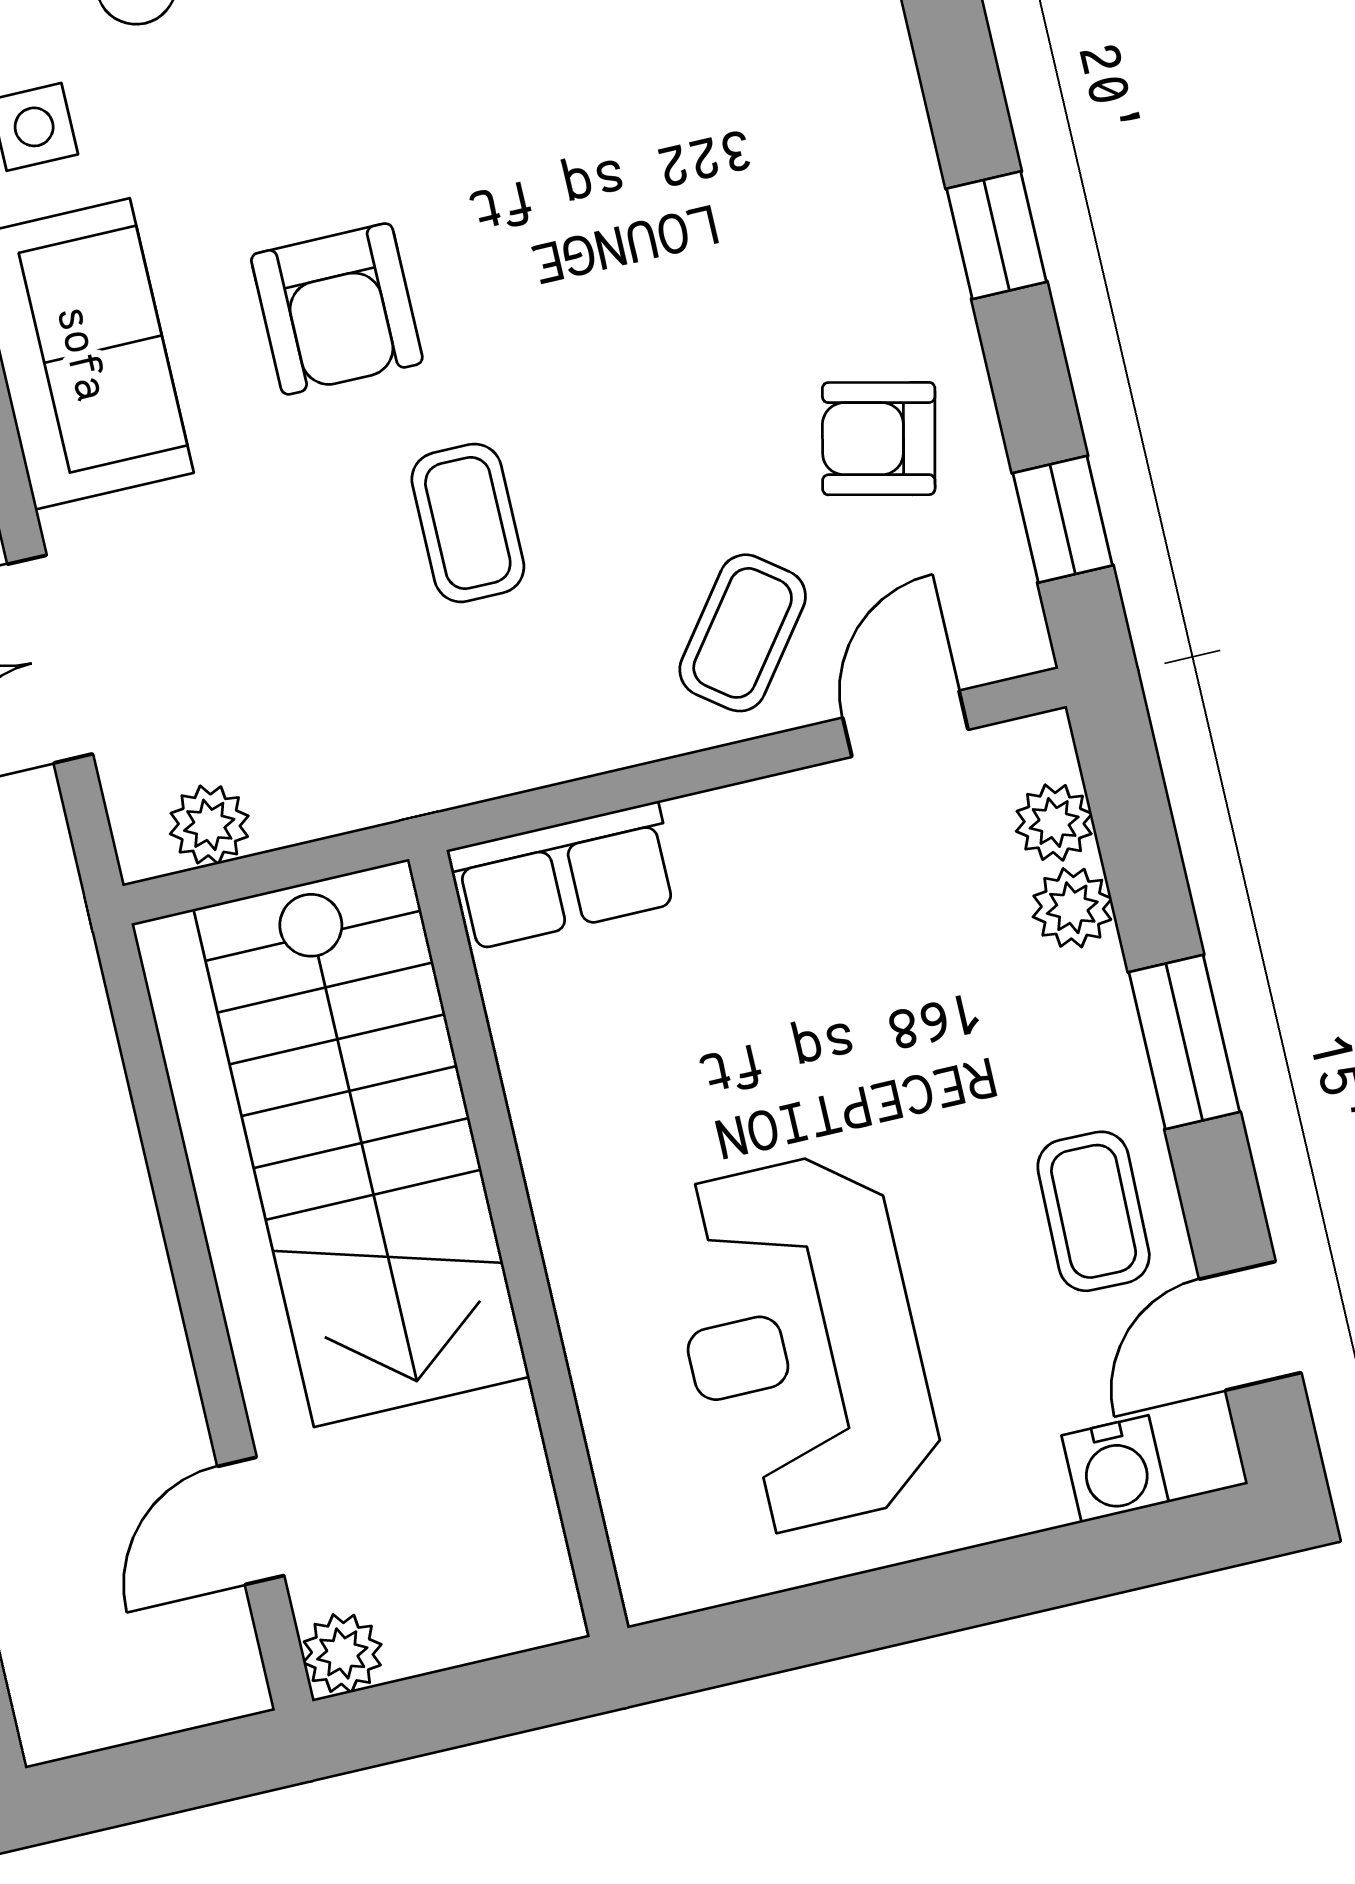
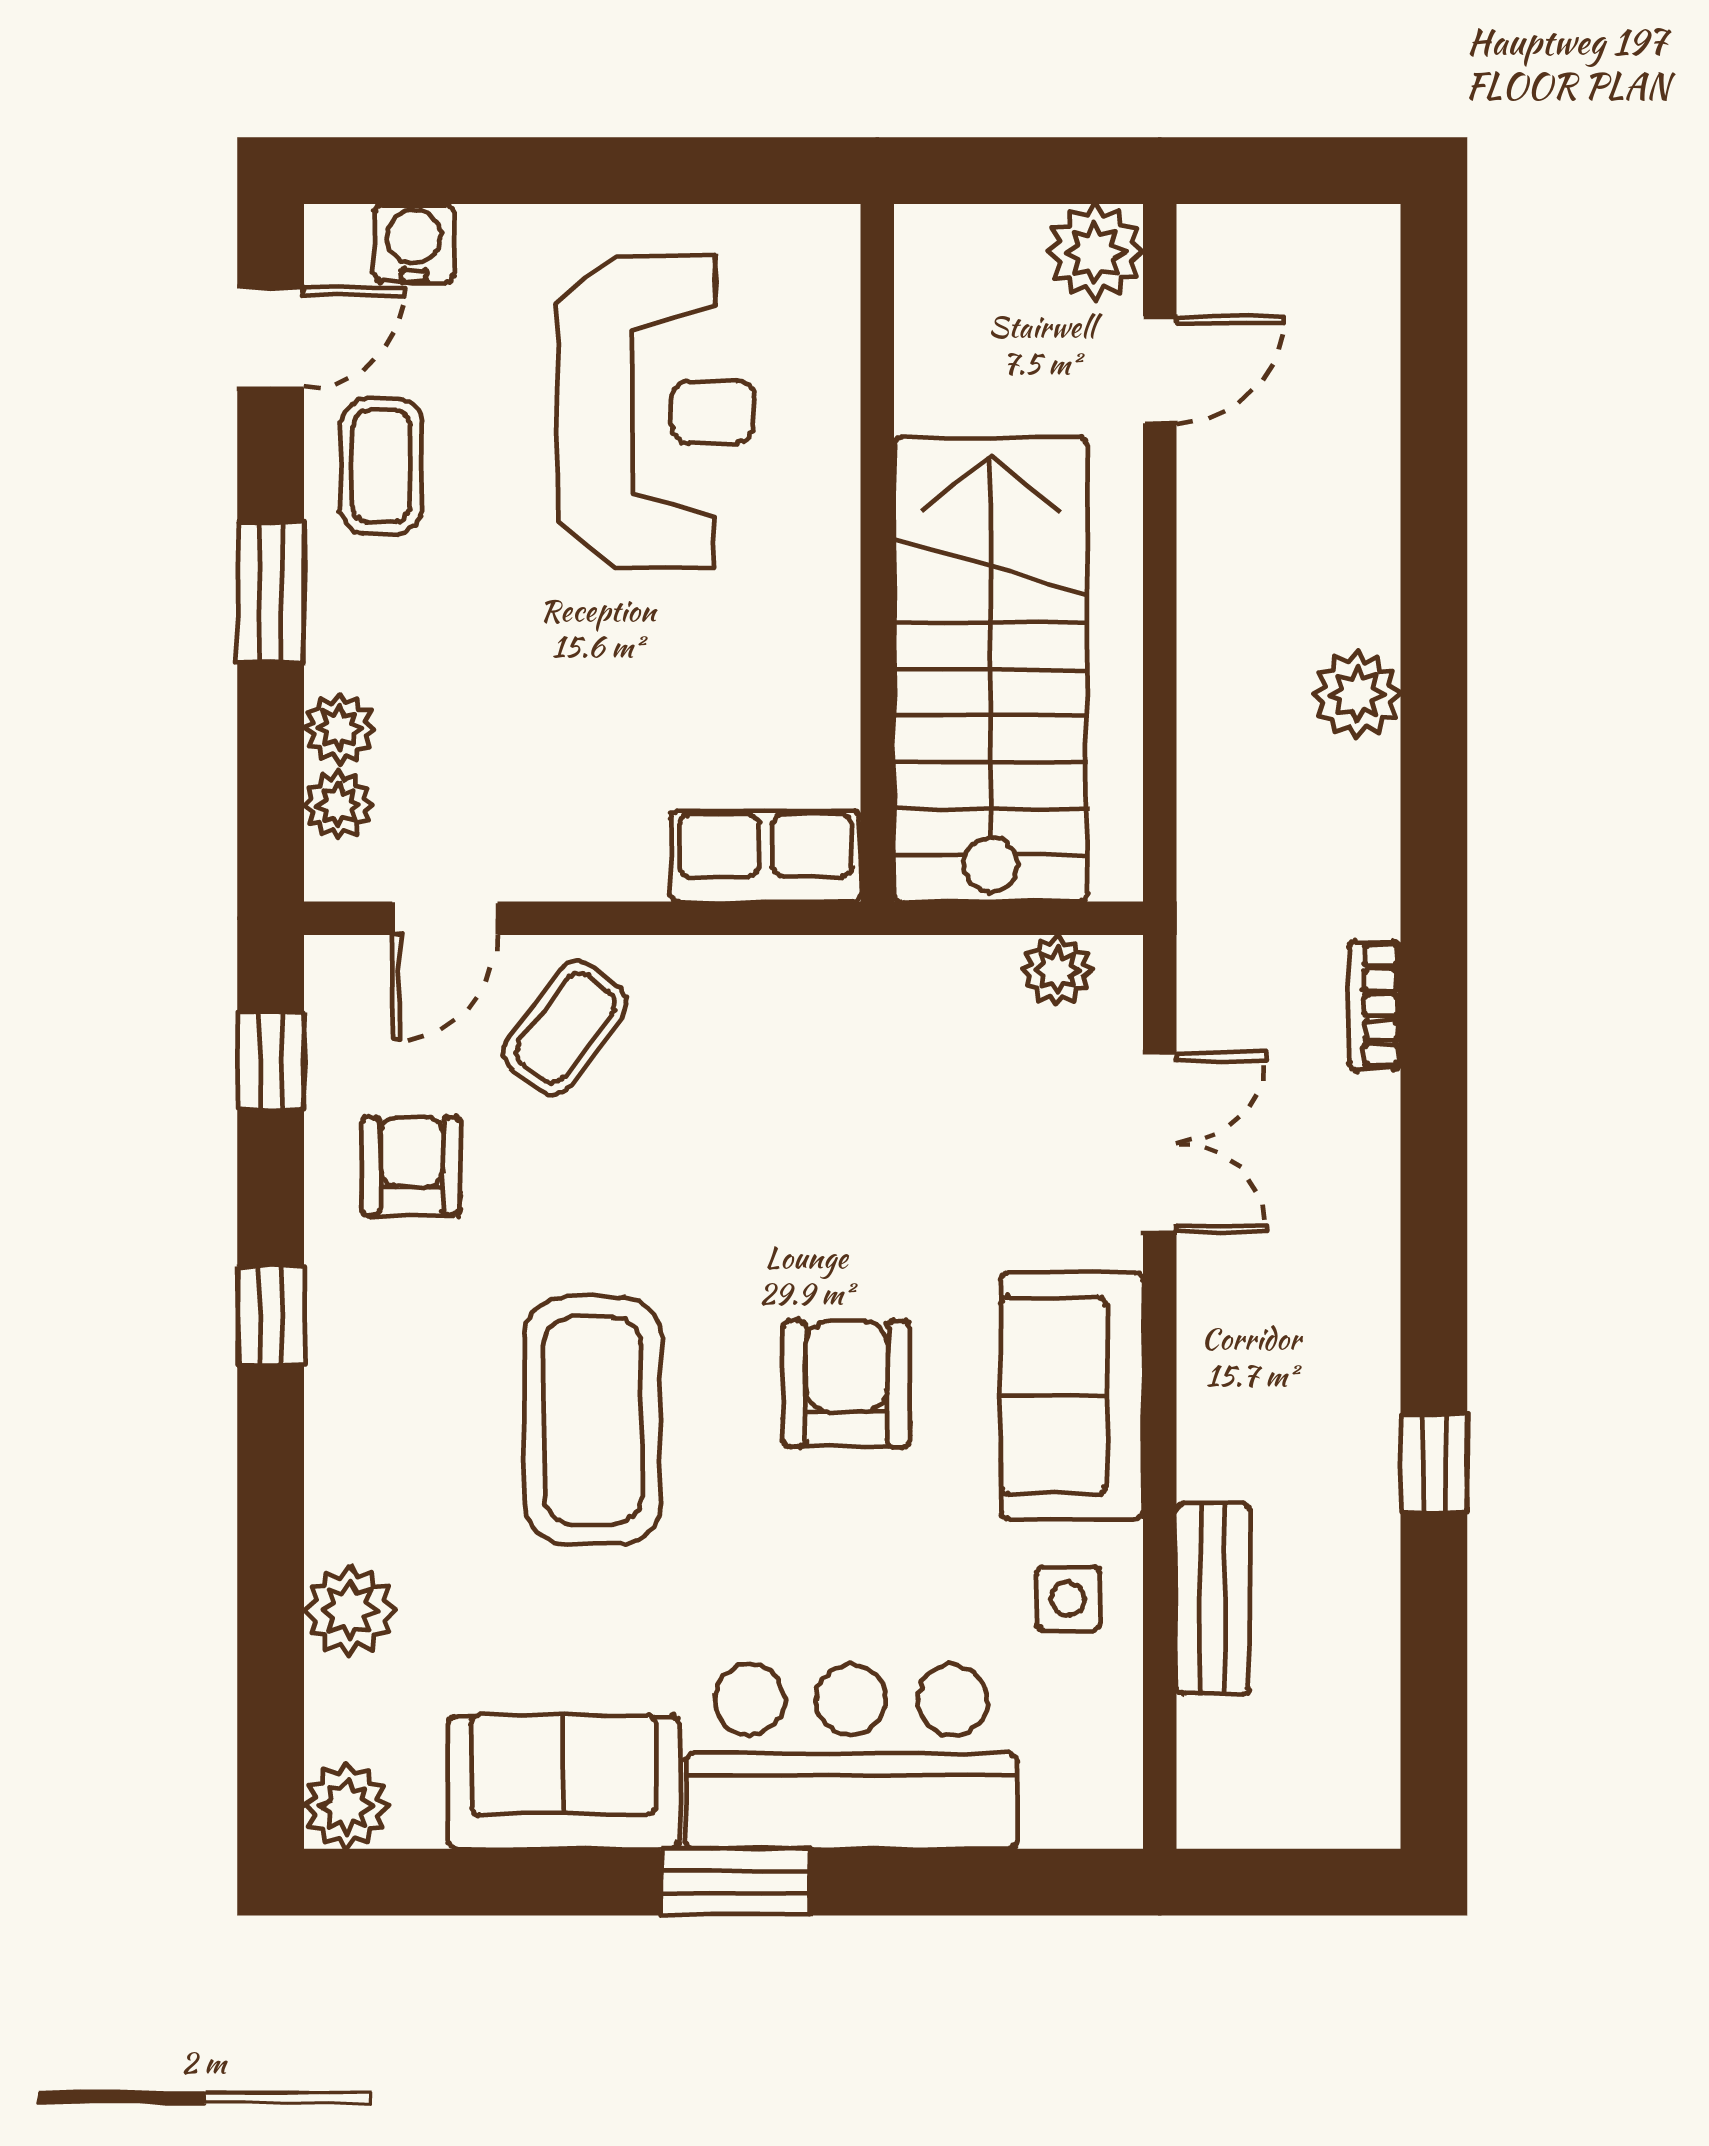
armchair: (879, 439) -> (411, 1166), turned -103
coffee table: (468, 523) -> (593, 1421), moved, width x1.86, depth x1.72
plant: (342, 1653) -> (1095, 252), width x1.38, depth x1.38

